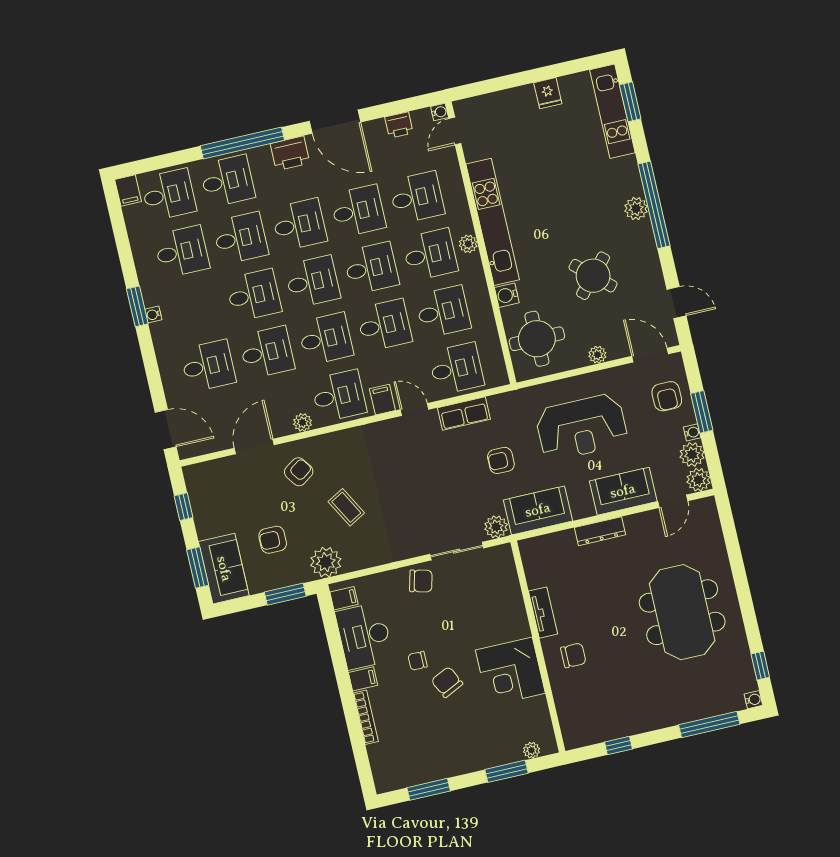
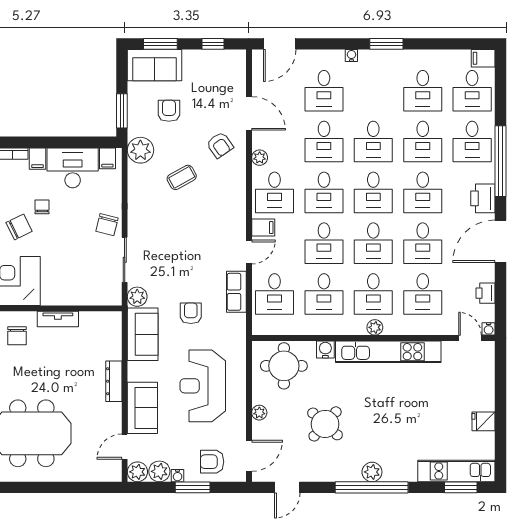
water cooler: (153, 315) -> (351, 55), moved
door: (673, 501) -> (125, 447), hinge flipped

